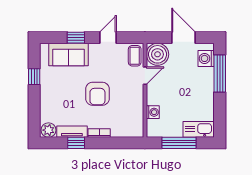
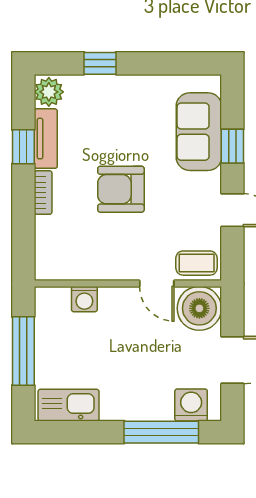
window: (34, 77) -> (100, 63), moved
kitchen sink: (198, 129) -> (69, 405), moved, turned -90

